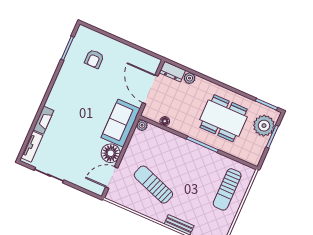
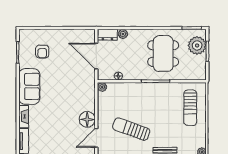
dining table: (224, 118) -> (163, 54), turned 90
sofa: (121, 123) -> (29, 86), moved, turned 180

